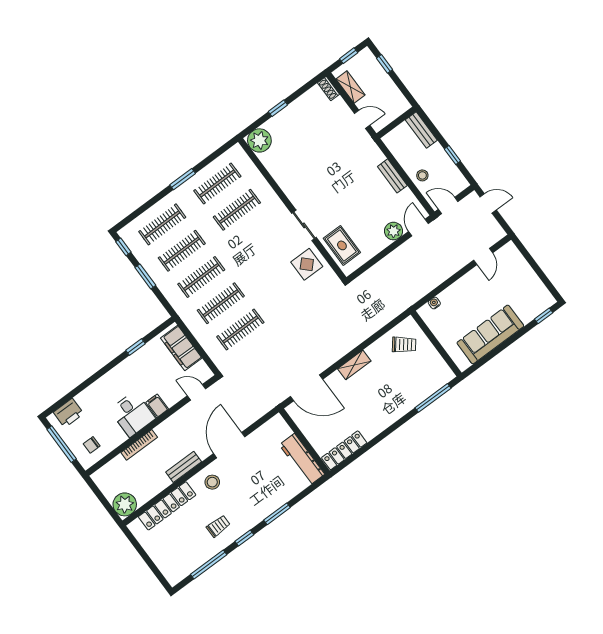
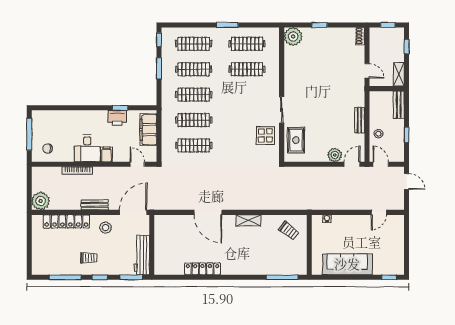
shelving: (351, 87) -> (399, 74), moved
printer: (68, 413) -> (117, 118), moved
wall: (304, 441) -> (152, 245), moved
workbench: (302, 459) -> (142, 255), moved

